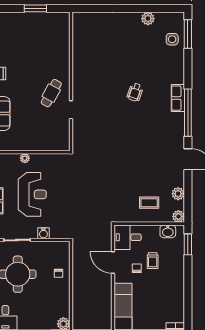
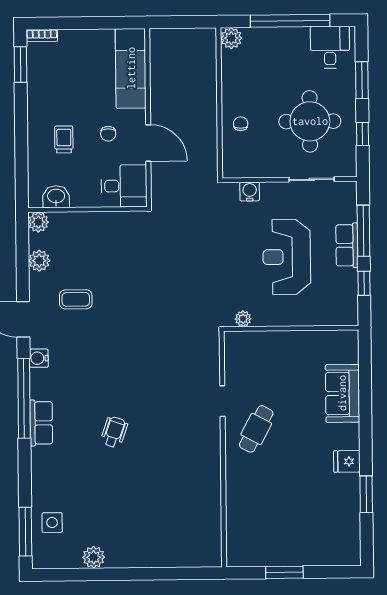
water cooler: (179, 136) -> (39, 358), added
plant: (25, 158) -> (243, 319), moved
coffee table: (149, 203) -> (76, 299), moved
water cooler: (43, 233) -> (250, 192), moved
window: (188, 244) -> (21, 65), moved
trolley: (153, 261) -> (64, 139), moved

